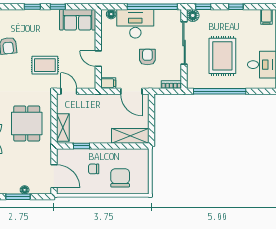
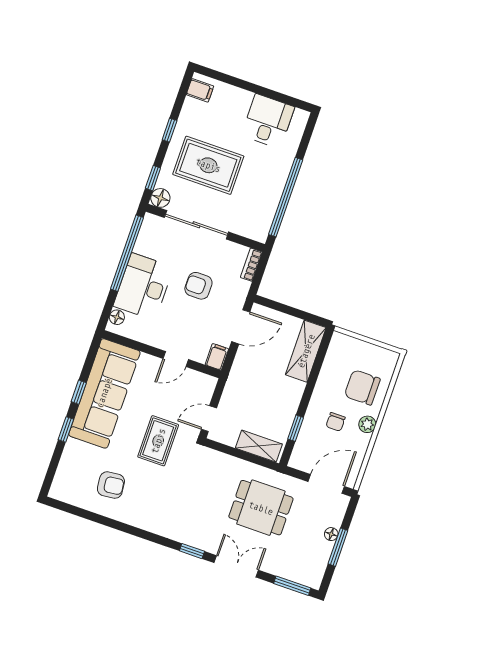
sofa: (78, 20) -> (104, 393), width x1.85, depth x1.27
rug: (222, 56) -> (208, 165), moved
dining table: (27, 123) -> (261, 508), moved
plant: (99, 189) -> (367, 424), added

